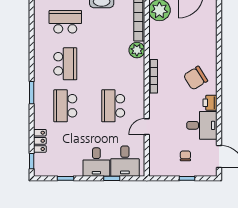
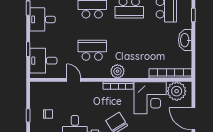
corner desk: (167, 40) -> (150, 98), added
plant: (137, 50) -> (117, 71), moved
desk: (96, 162) -> (42, 19), moved

